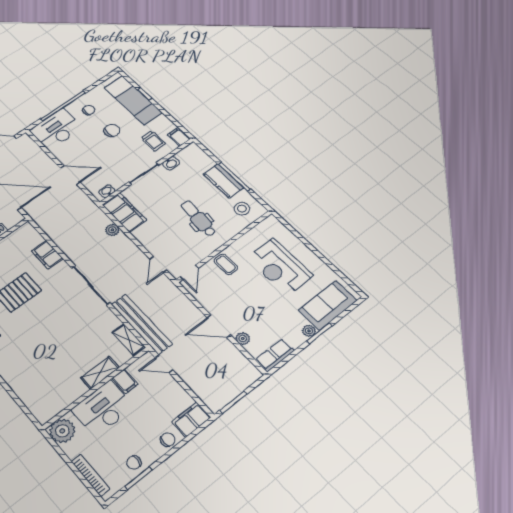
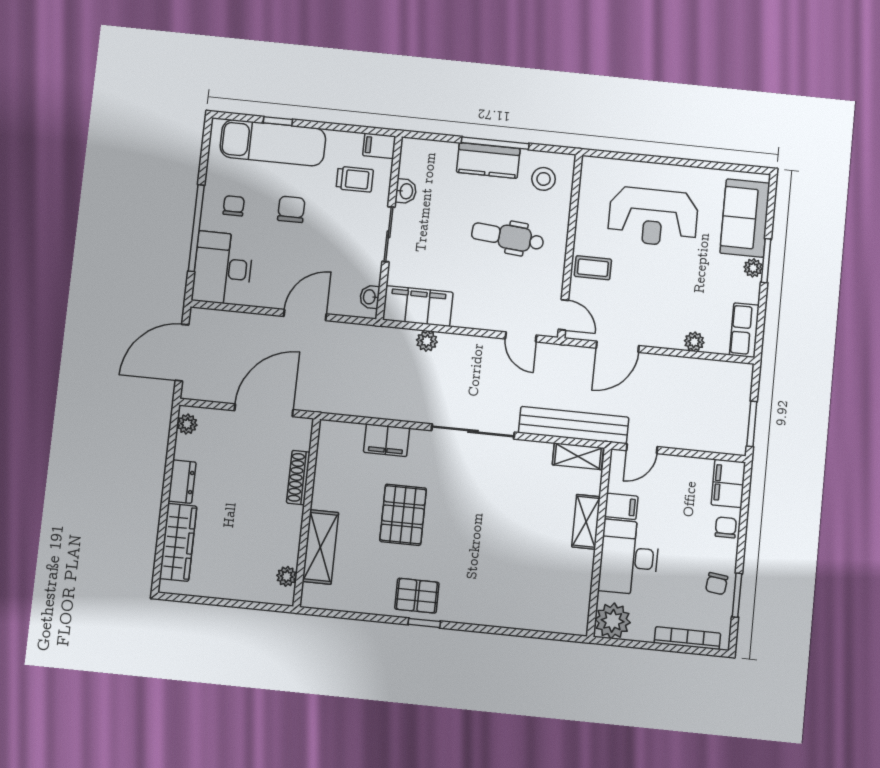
door: (219, 326) -> (618, 347), moved

